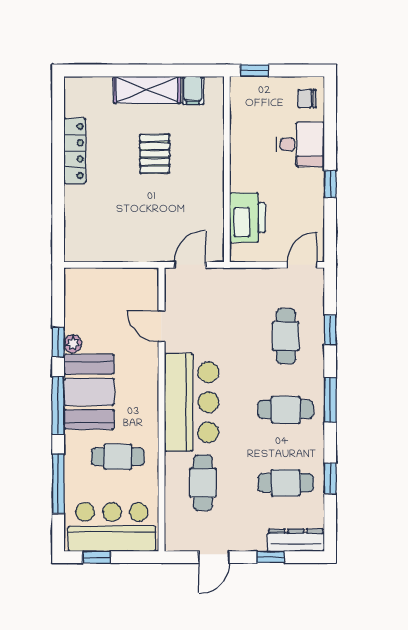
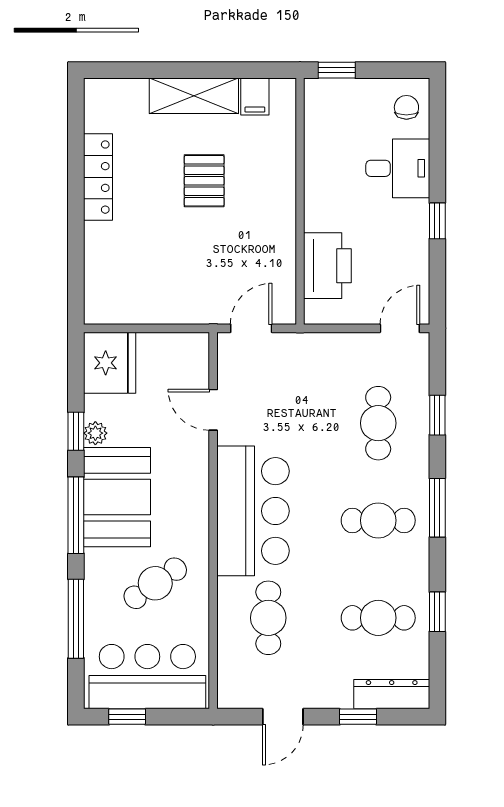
chair: (307, 98) -> (406, 107), turned 90
fridge: (84, 291) -> (110, 363), added
cafe table: (118, 457) -> (155, 583), turned -35

